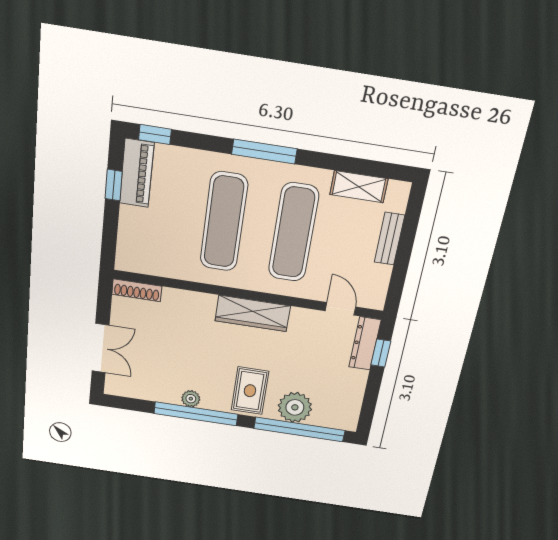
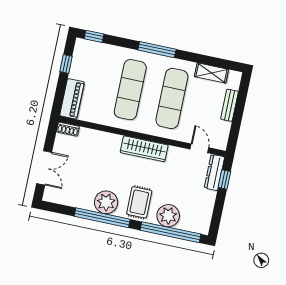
piano: (137, 173) -> (72, 99), moved
shoe rack: (137, 290) -> (68, 129), width x0.70
plant: (191, 399) -> (106, 202), width x1.87, depth x1.87

